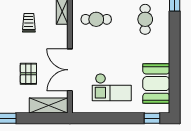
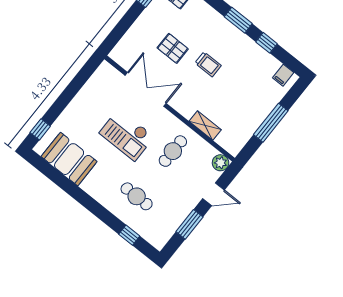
trolley: (29, 23) -> (208, 64), moved
checkout: (112, 87) -> (127, 135), moved, turned -90
shelving: (49, 106) -> (128, 43), removed

